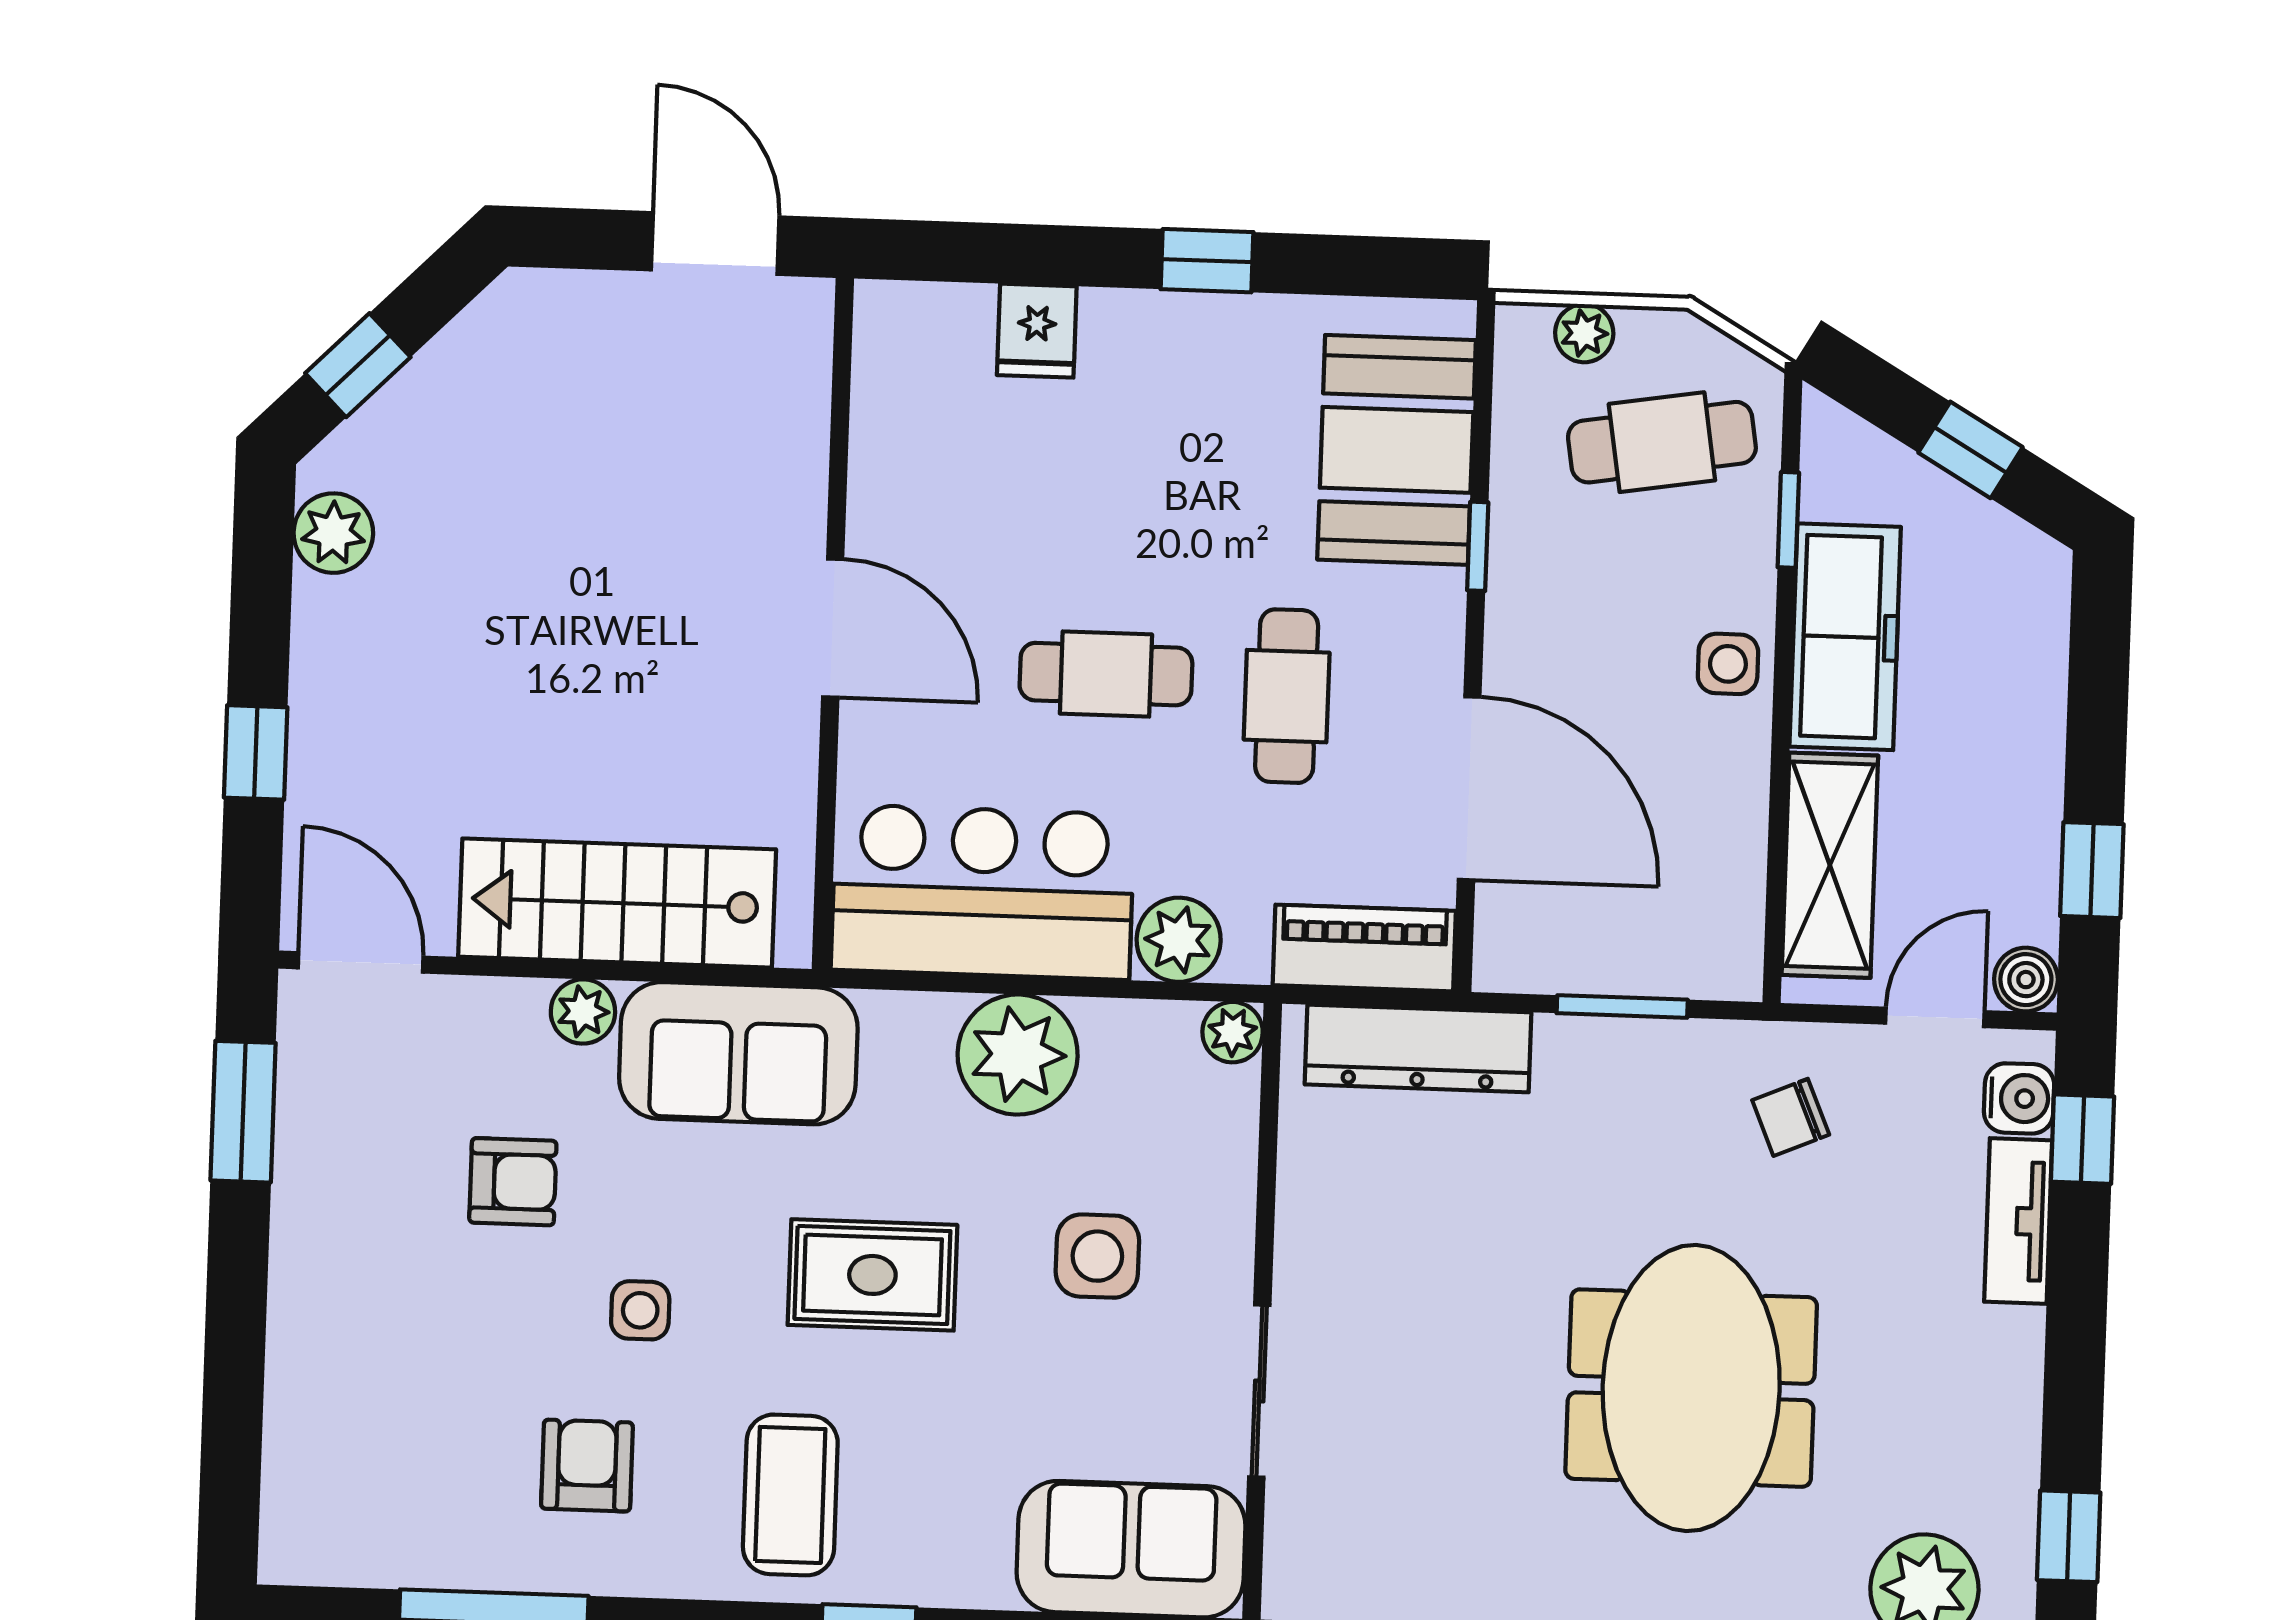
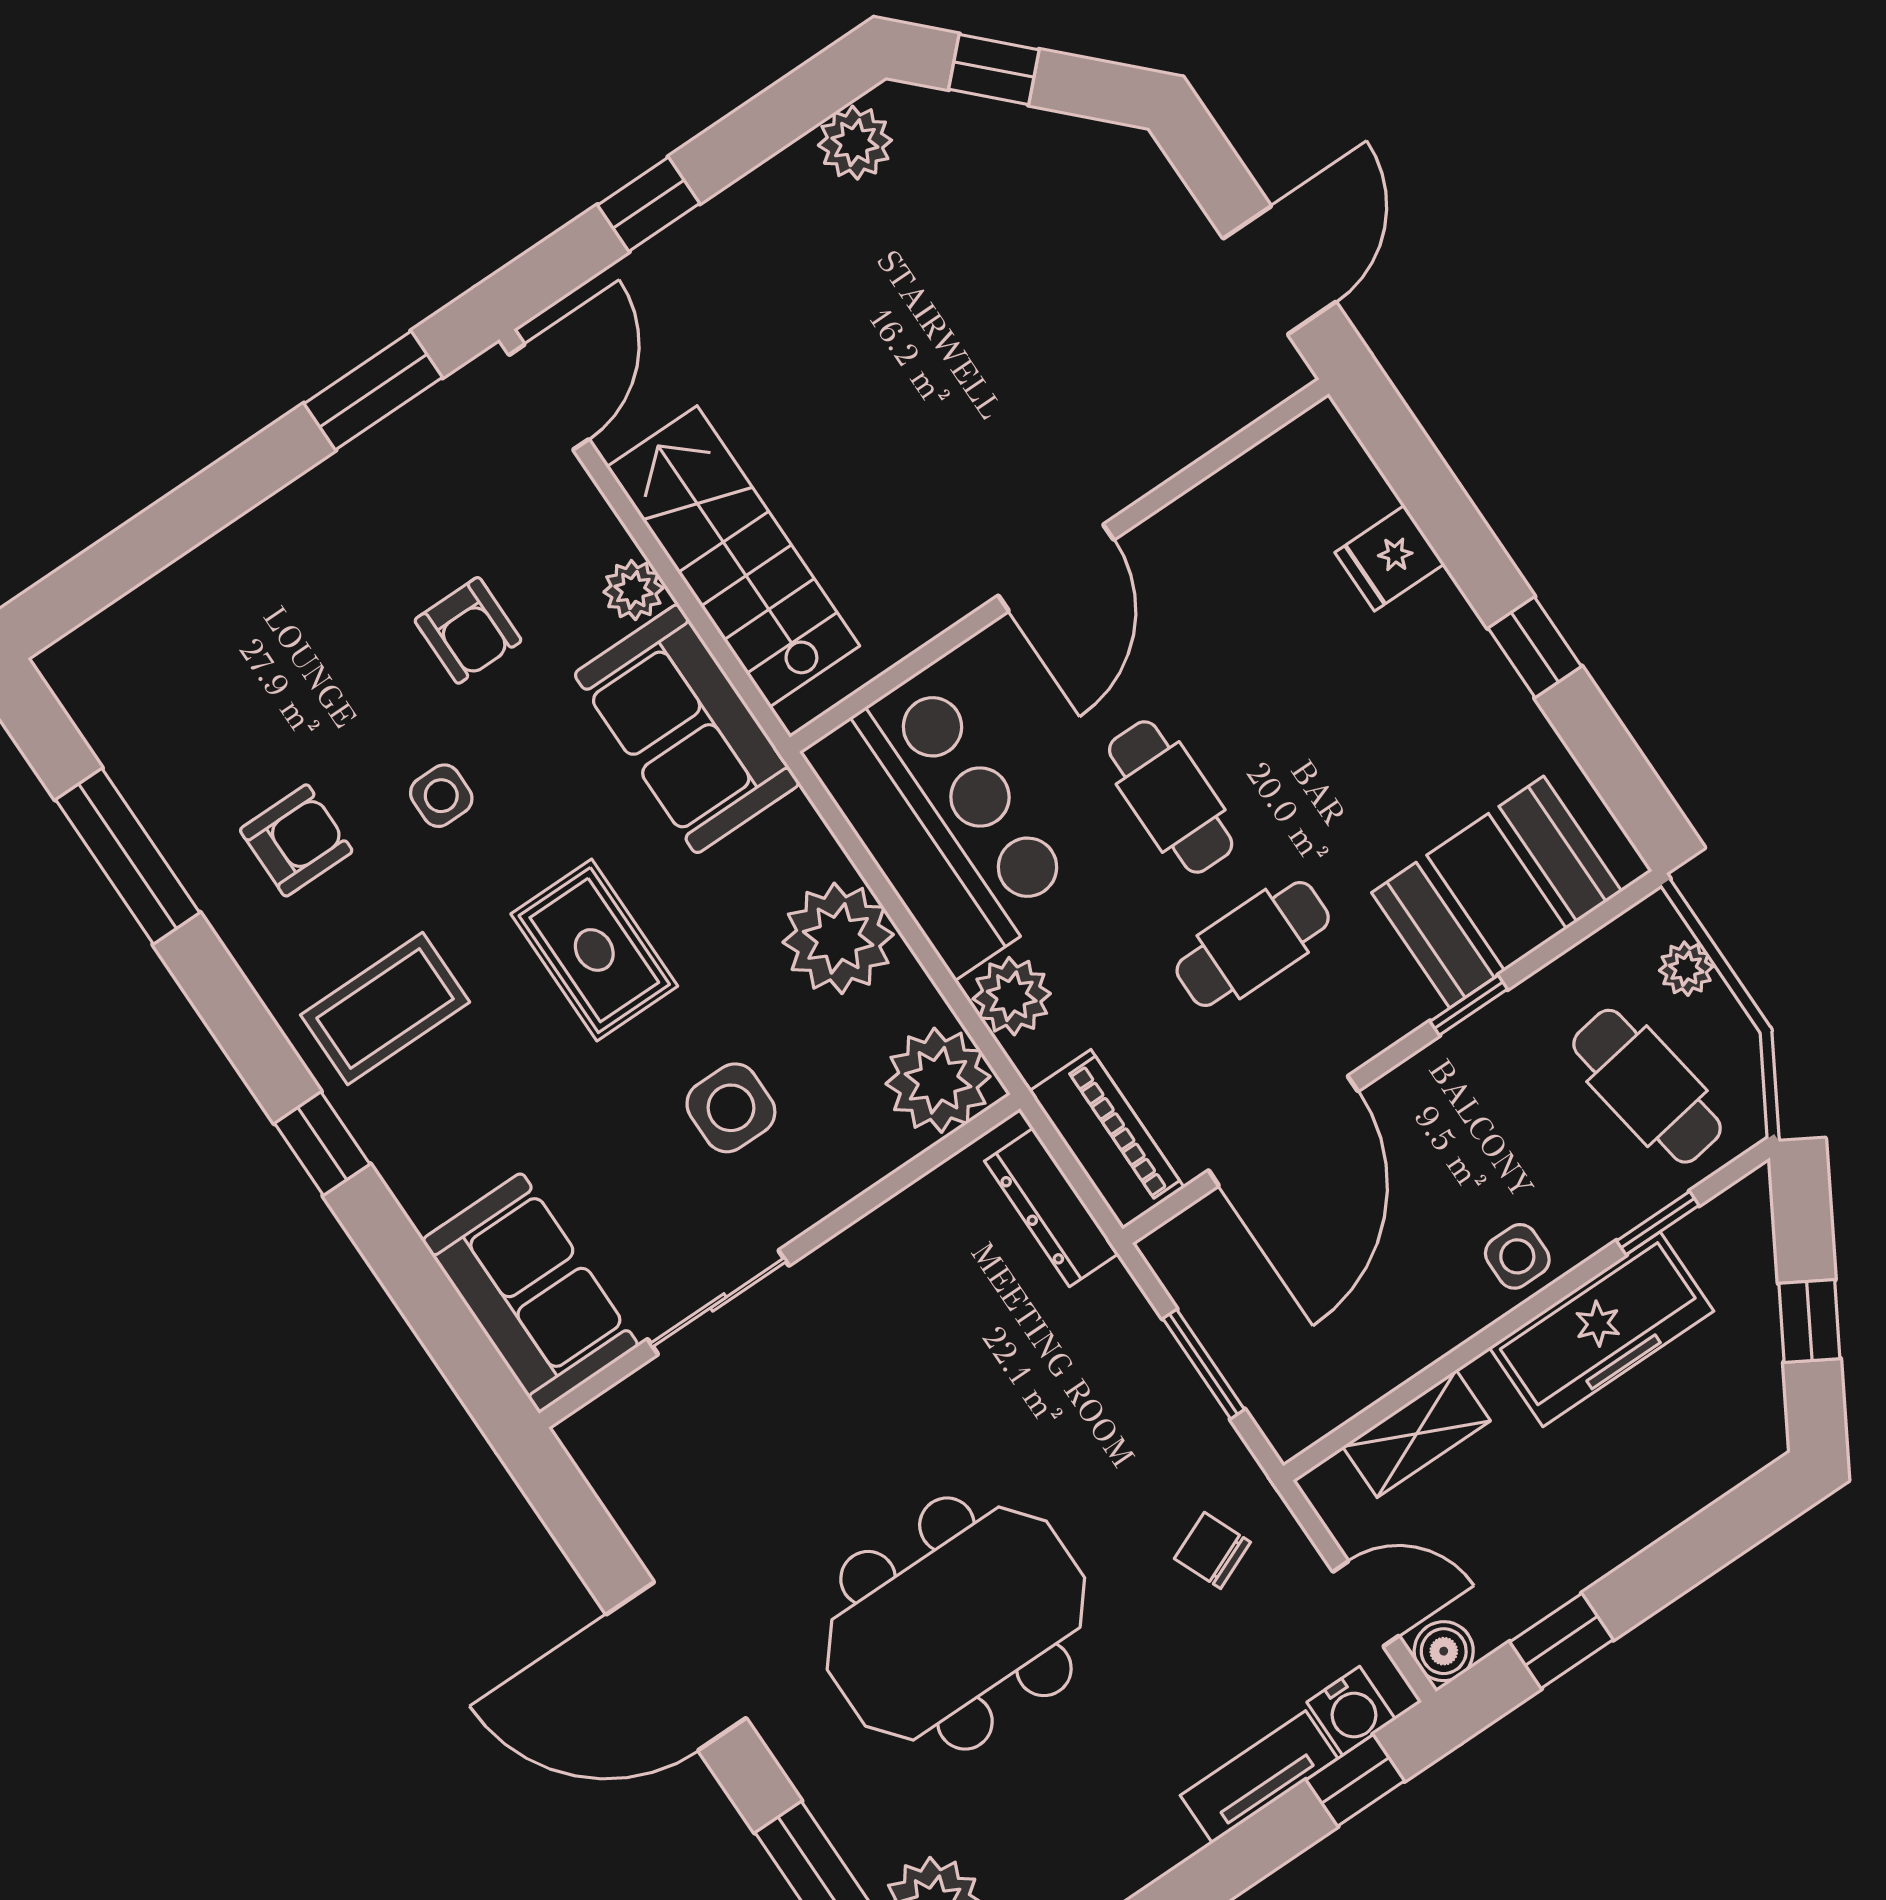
shelving: (1830, 865) -> (1417, 1434), width x0.67, depth x0.75
plant: (1233, 1032) -> (938, 1080), width x1.88, depth x1.88
dresser: (1418, 1048) -> (1051, 1207), width x0.73, depth x0.80

